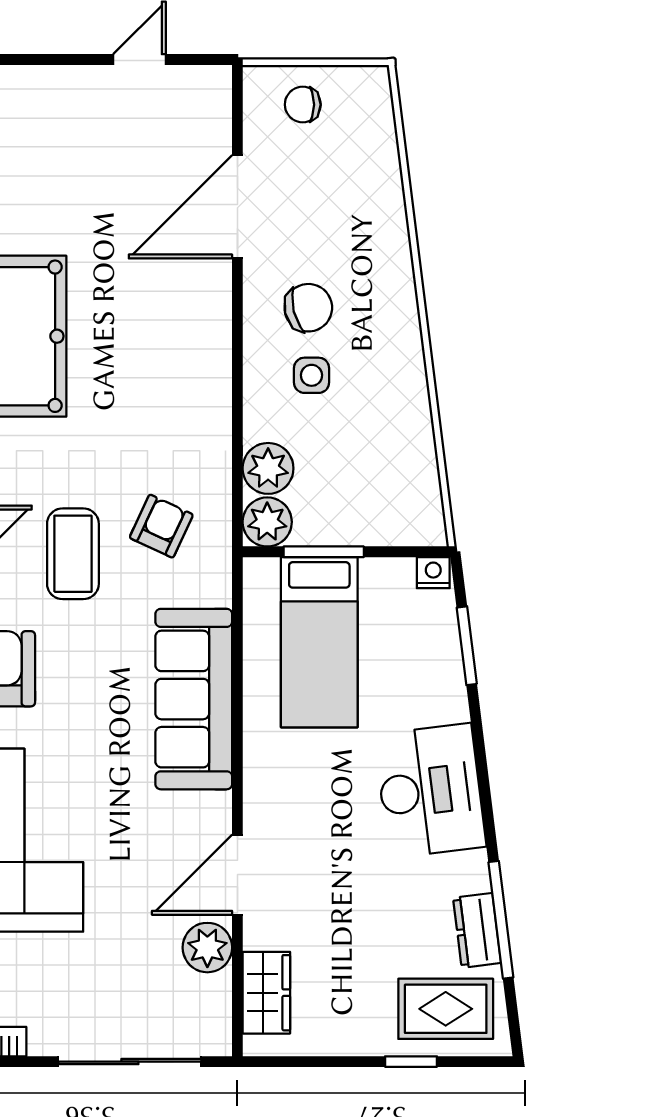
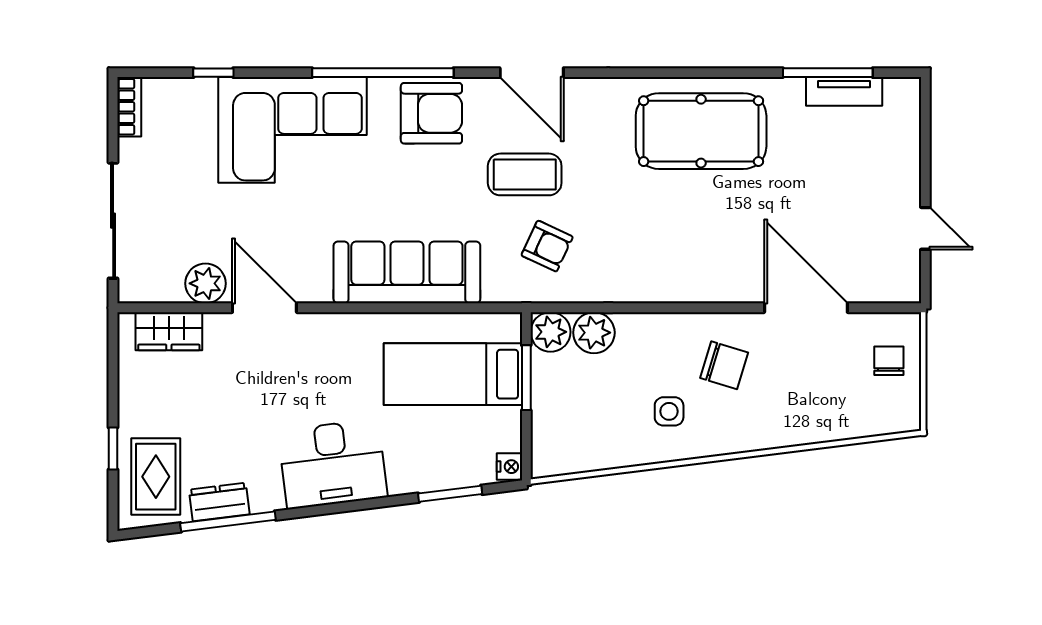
chair: (308, 308) -> (724, 365), turned -59
side table: (312, 375) -> (669, 411), moved

